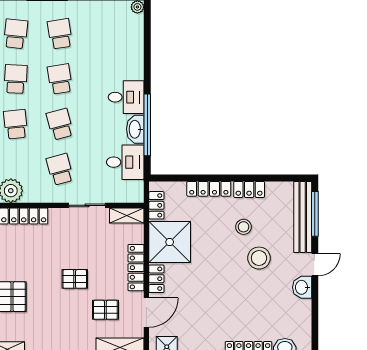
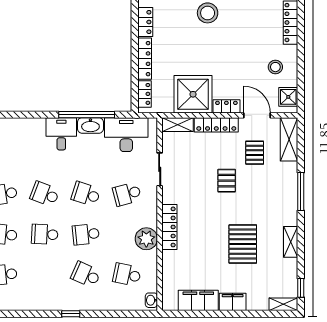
school desk: (60, 79) -> (45, 194), turned 30
school desk: (60, 124) -> (86, 194), turned 33
desk: (125, 162) -> (126, 135), width x1.37
locker: (156, 205) -> (145, 94), moved, turned 90
shelving: (127, 215) -> (178, 125), moved, turned 90
stool: (244, 227) -> (275, 67), moved

